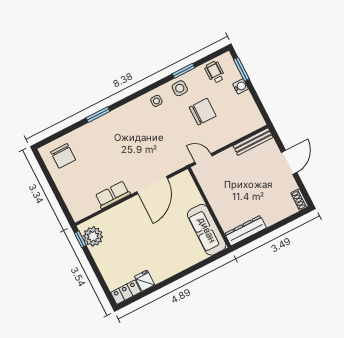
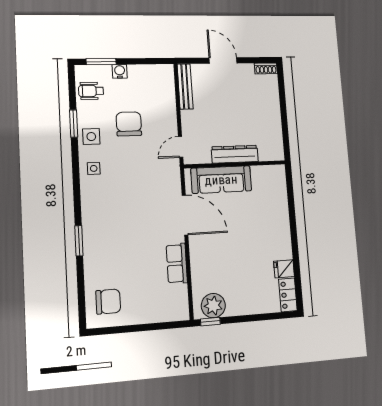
sofa: (207, 230) -> (221, 180), moved
dresser: (246, 231) -> (235, 154), moved, turned 90

